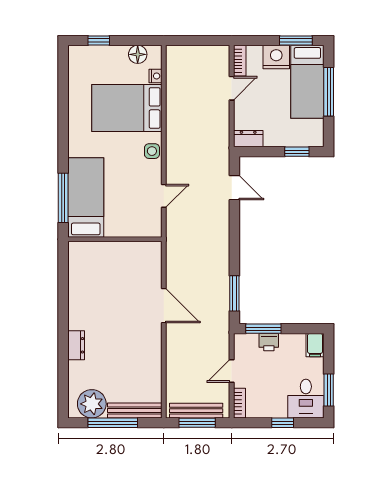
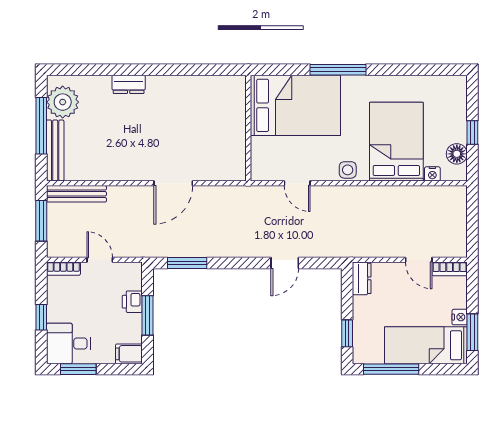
window: (99, 41) -> (472, 132), moved
nightstand: (276, 57) -> (460, 317), width x0.53, depth x0.56
window: (329, 92) -> (391, 369), moved
door: (234, 188) -> (285, 263), moved
bed: (86, 197) -> (295, 105), width x1.50
window: (63, 198) -> (338, 70), moved
window: (263, 329) -> (147, 315), moved
bench: (196, 411) -> (76, 194), moved, turned 90

